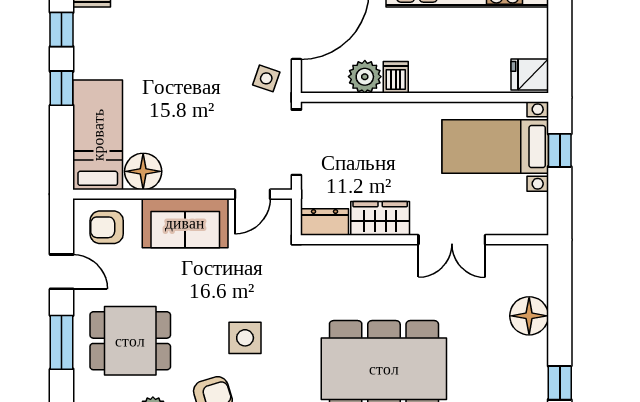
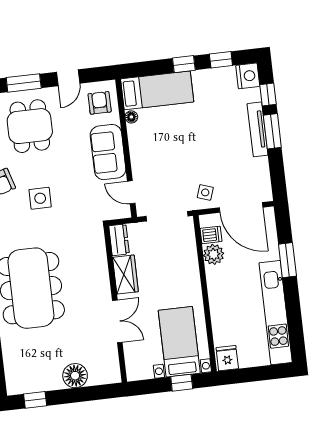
dishwasher: (396, 77) -> (211, 235), moved
floor lamp: (143, 171) -> (131, 117), width x0.53, depth x0.53
double door: (452, 240) -> (117, 321), swing flipped

